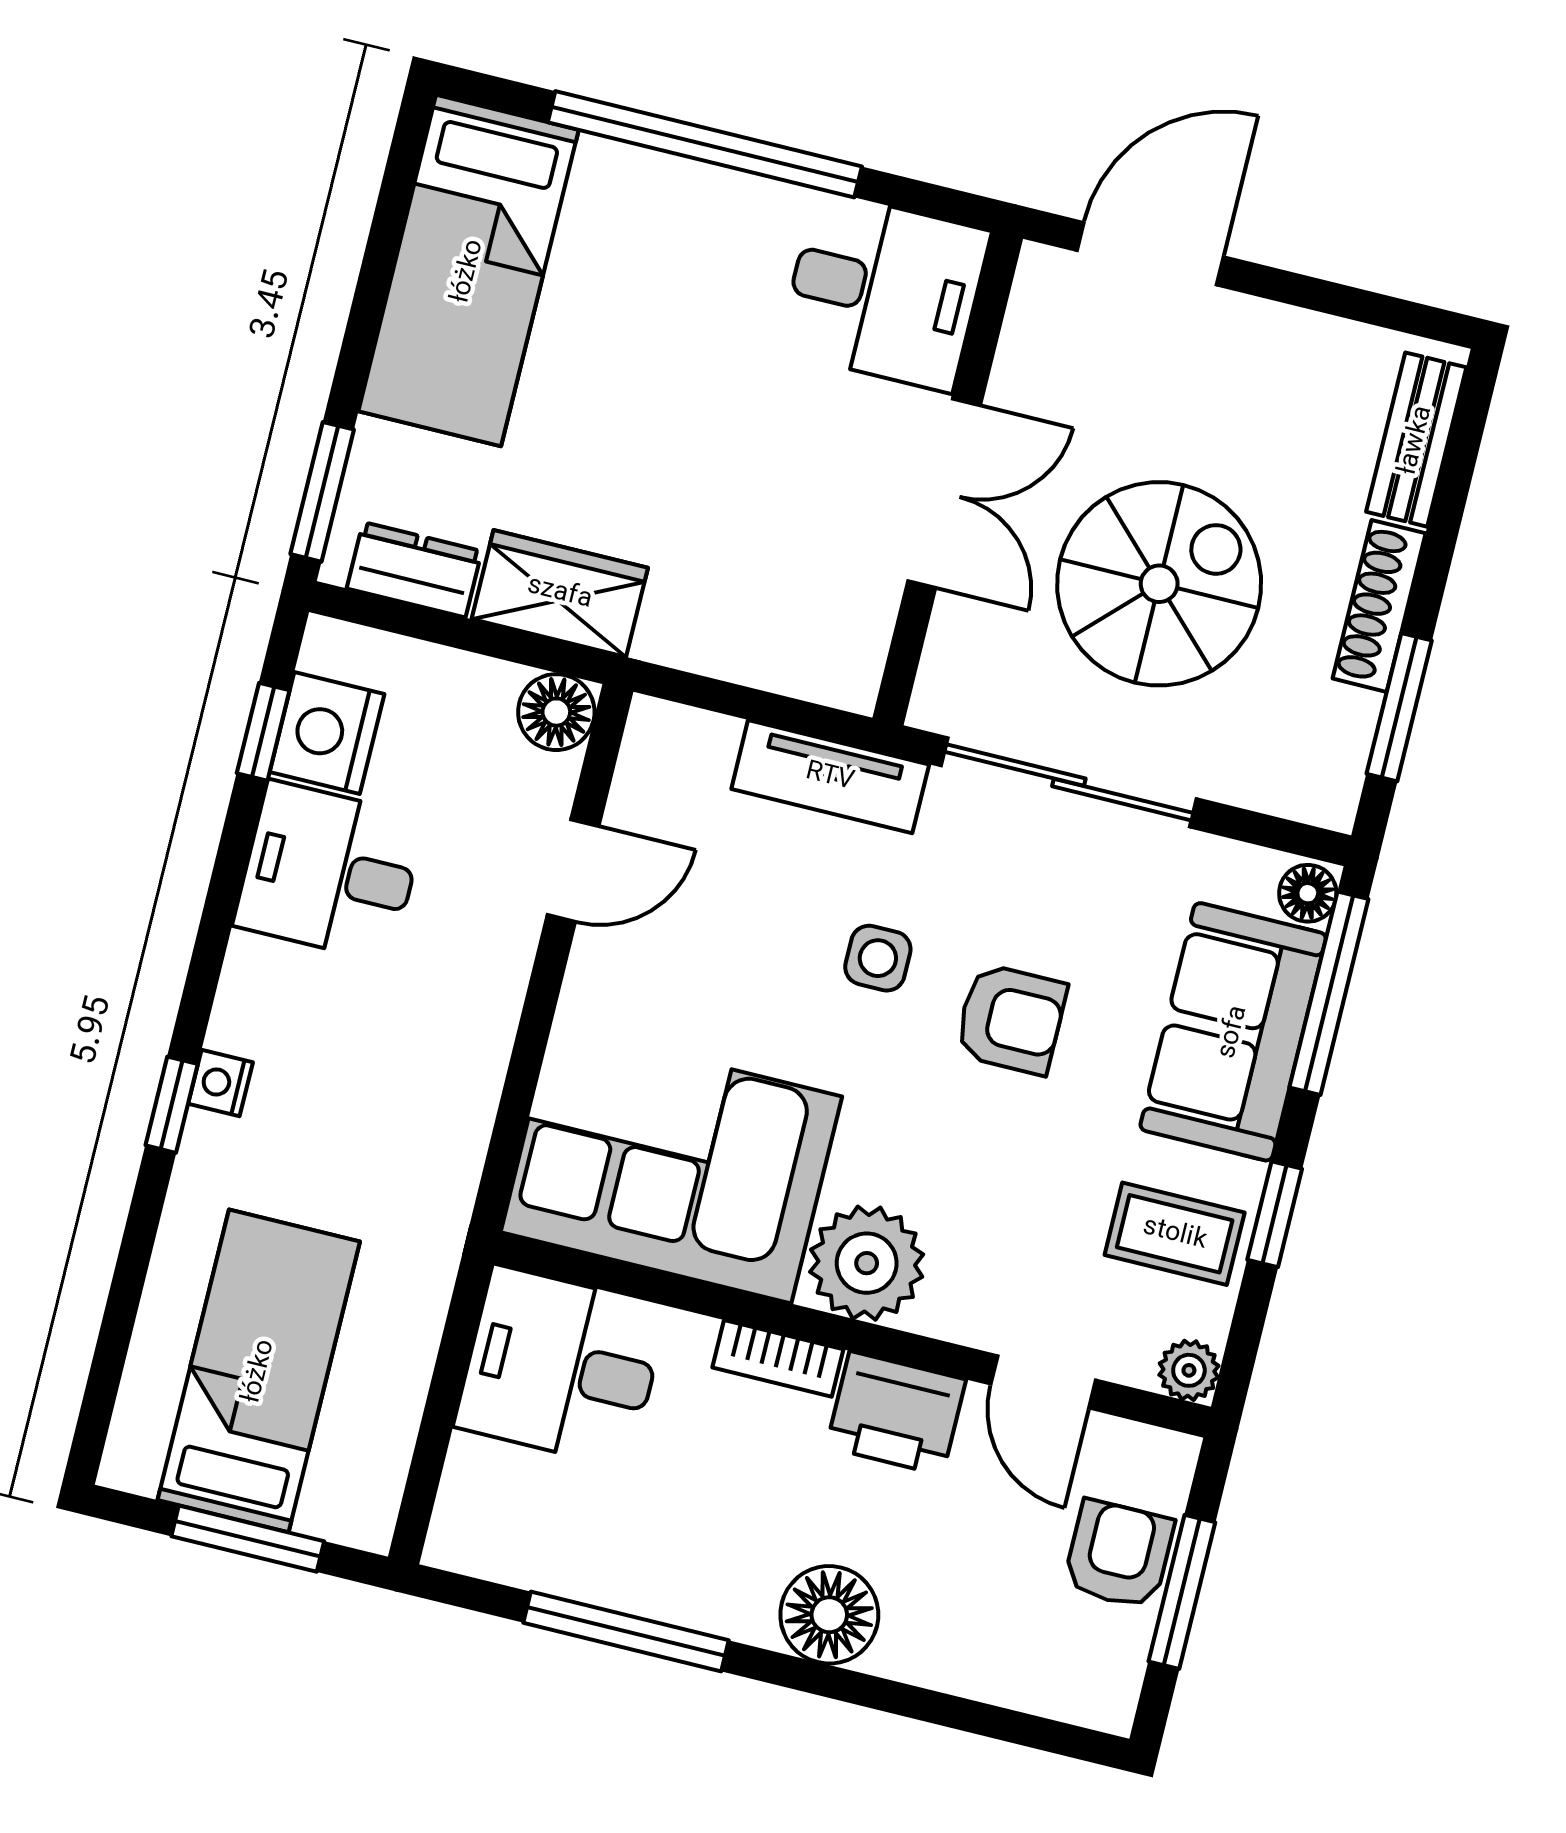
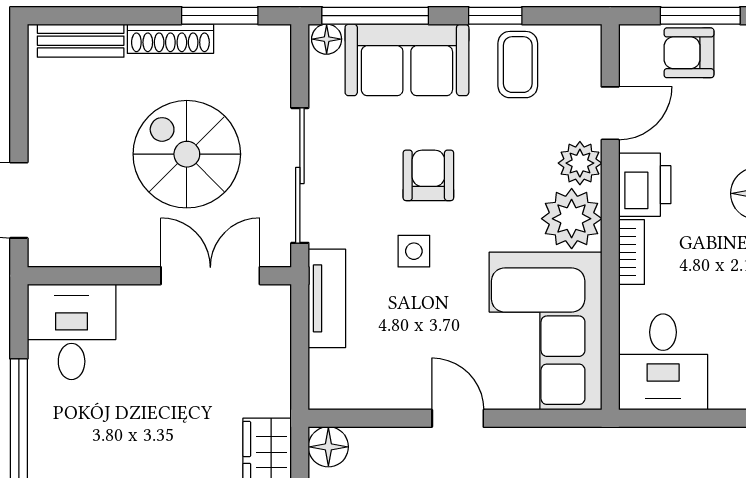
double door: (944, 493) -> (210, 276), moved
door: (573, 870) -> (458, 418), moved
plant: (1189, 1370) -> (580, 163), moved, width x1.38, depth x1.38

